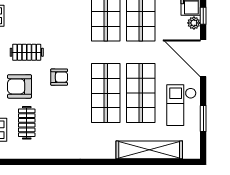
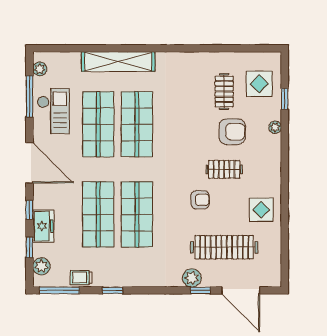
plant: (194, 23) -> (40, 69), moved
armchair: (59, 77) -> (200, 200), moved, turned 180
window: (203, 118) -> (29, 96), width x1.44
shelving: (149, 150) -> (118, 62), moved

